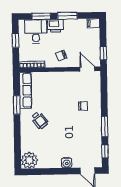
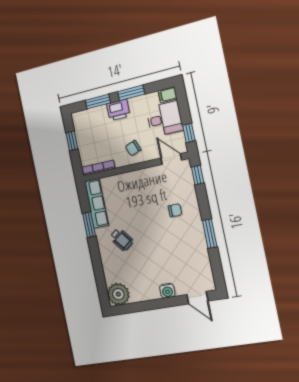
desk: (36, 31) -> (165, 119), moved, turned 90
window: (105, 151) -> (198, 175), moved

